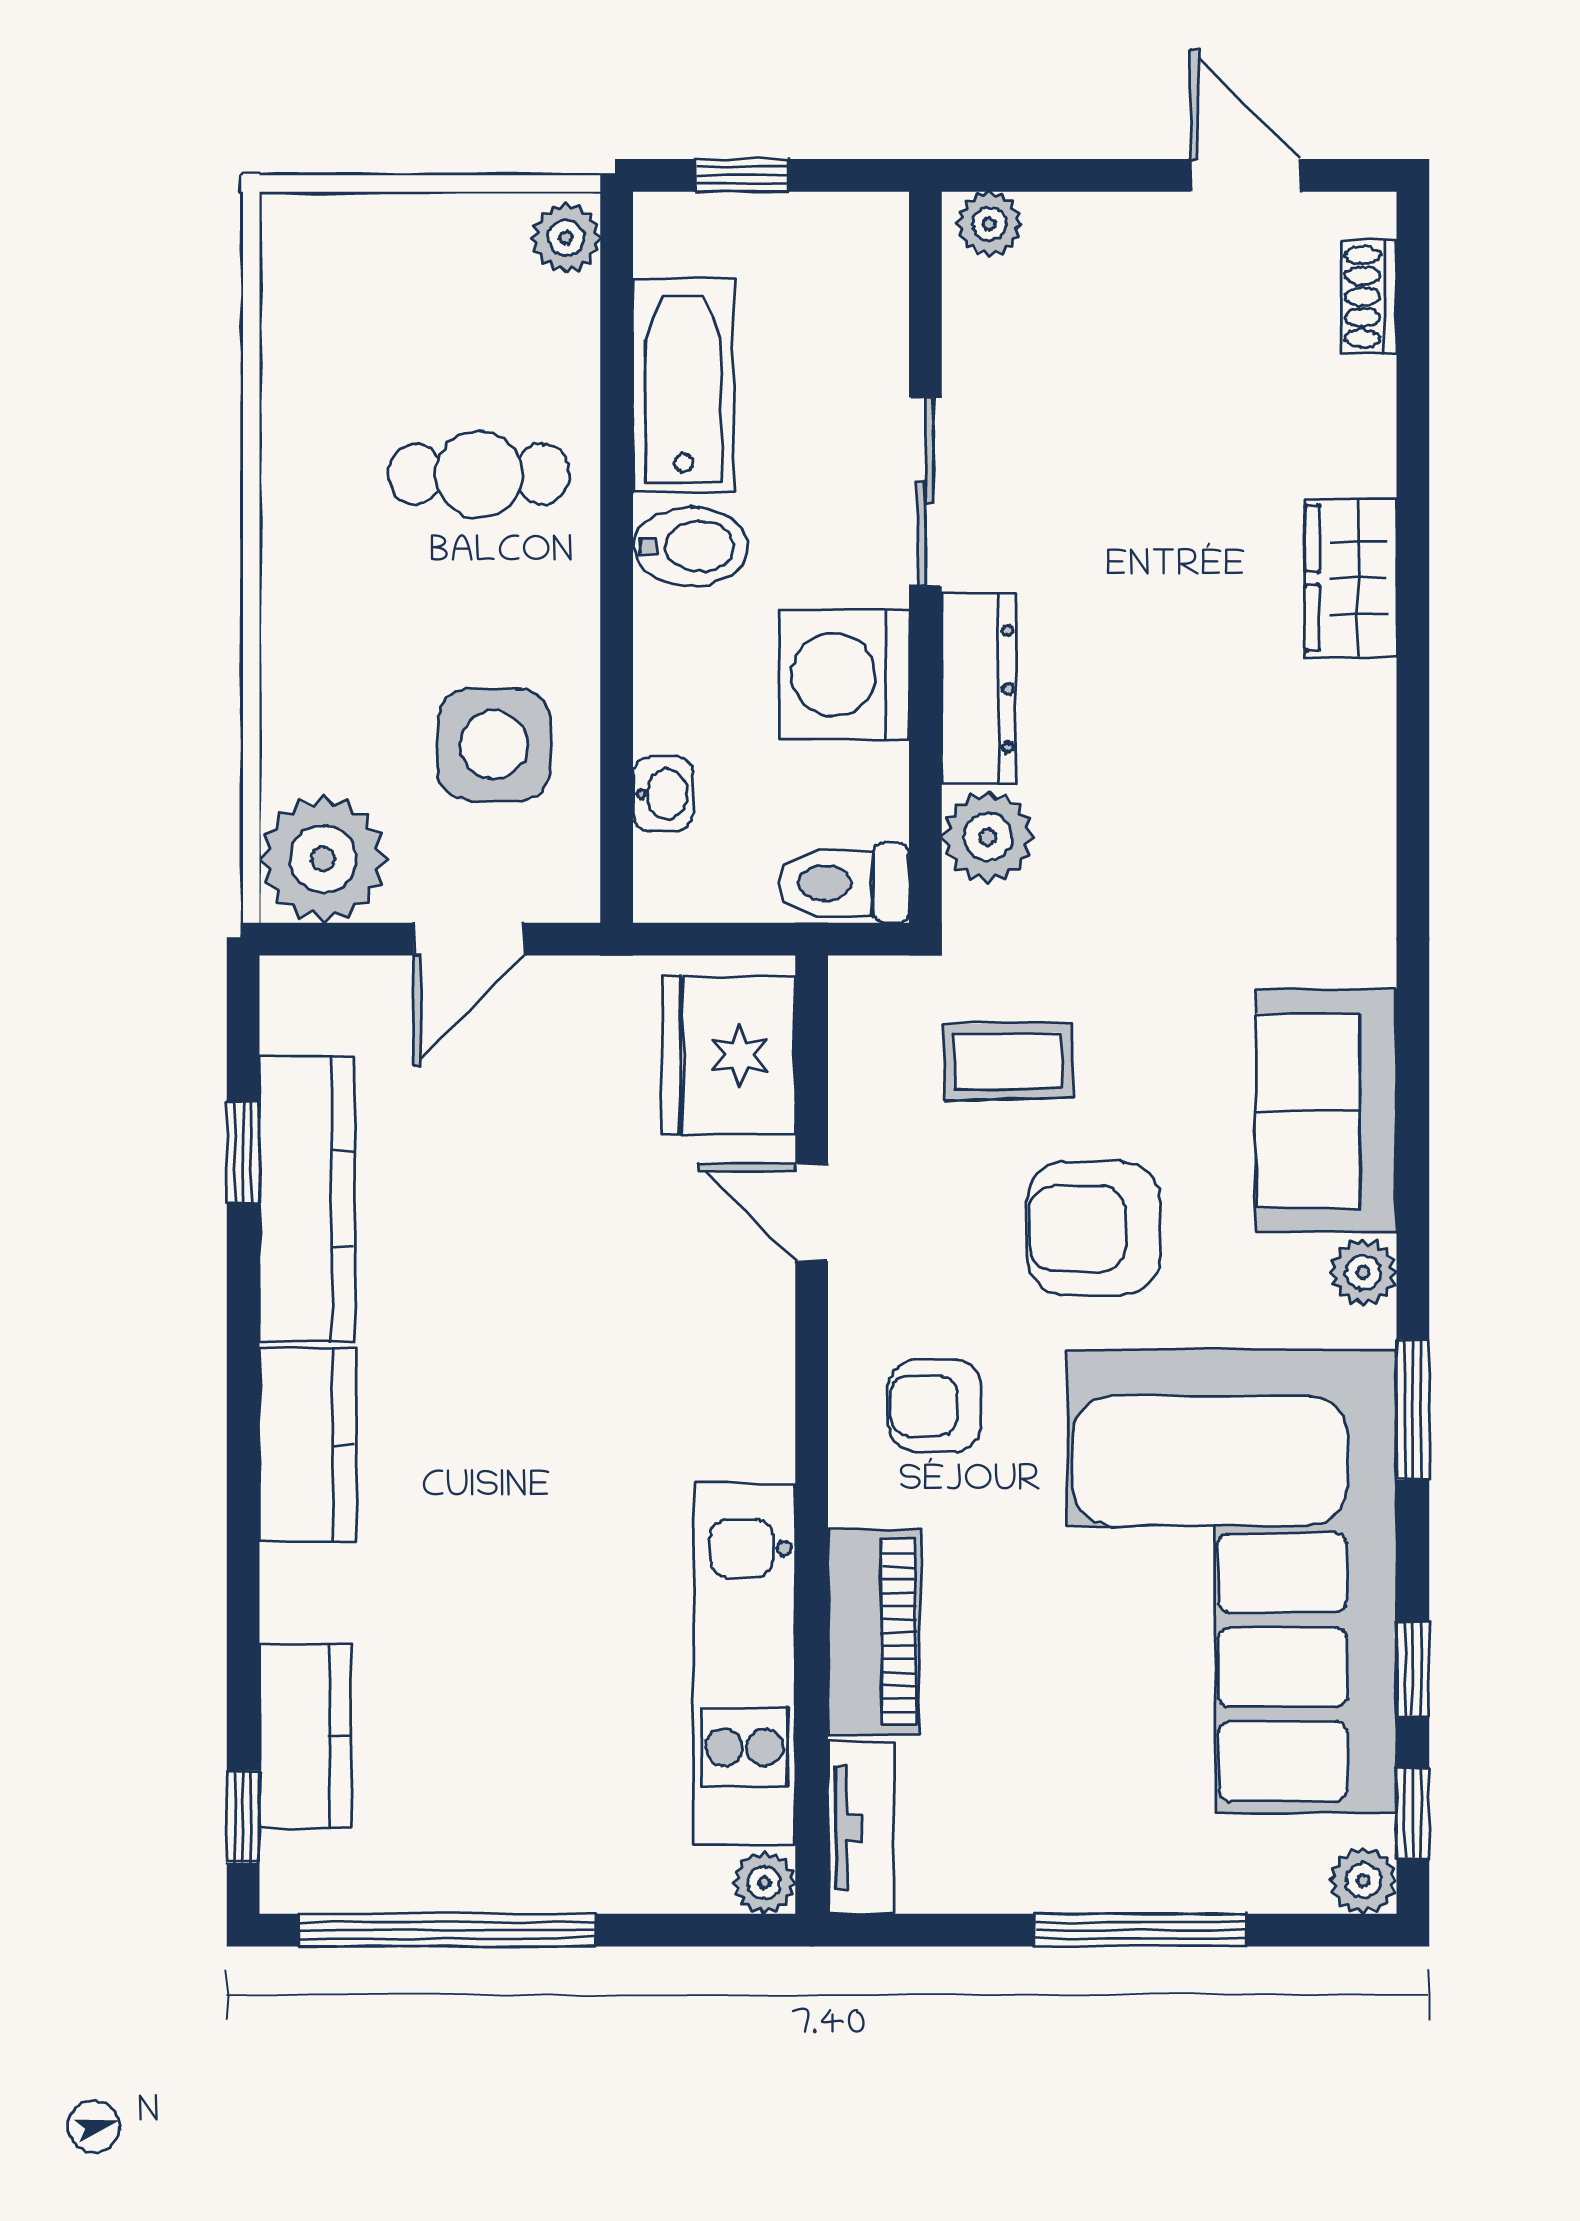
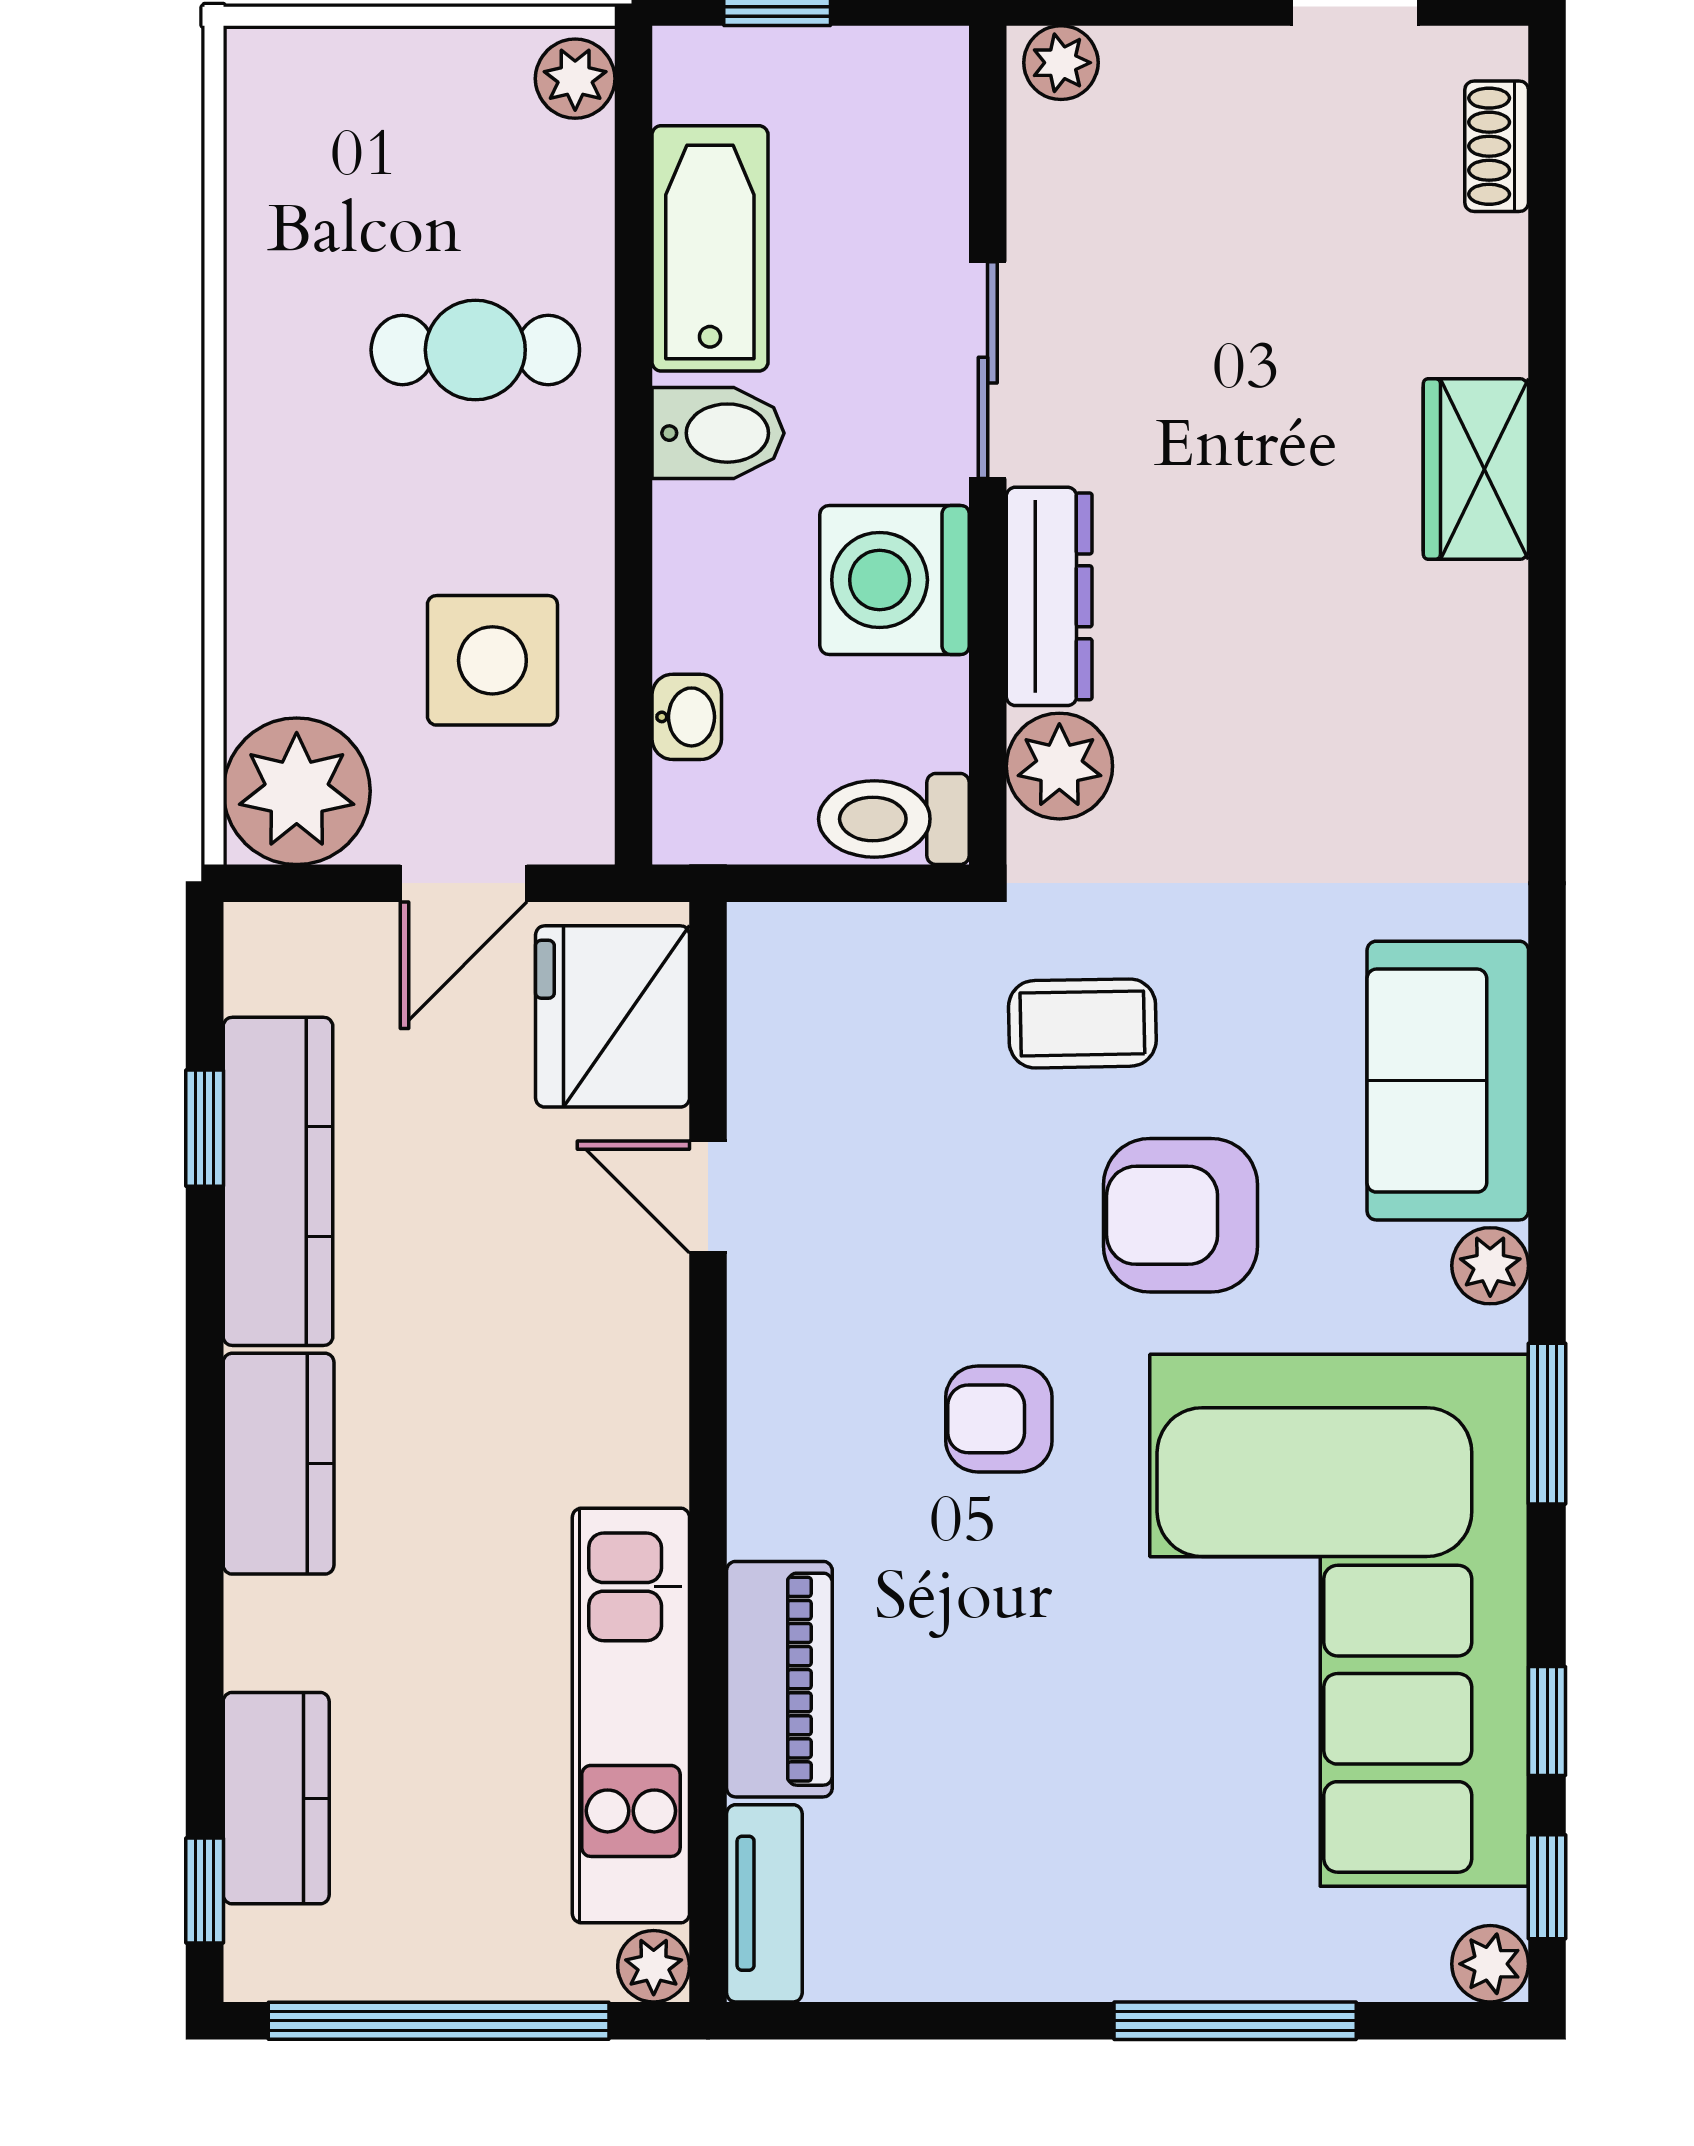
fridge: (728, 1055) -> (613, 1016), moved
door: (812, 1212) -> (708, 1197), moved
wall: (812, 1435) -> (708, 1452), moved
piano: (874, 1633) -> (779, 1679), moved
kitchen unit: (744, 1664) -> (631, 1716), moved
tv unit: (861, 1828) -> (764, 1903), moved
plant: (764, 1883) -> (654, 1966), moved

